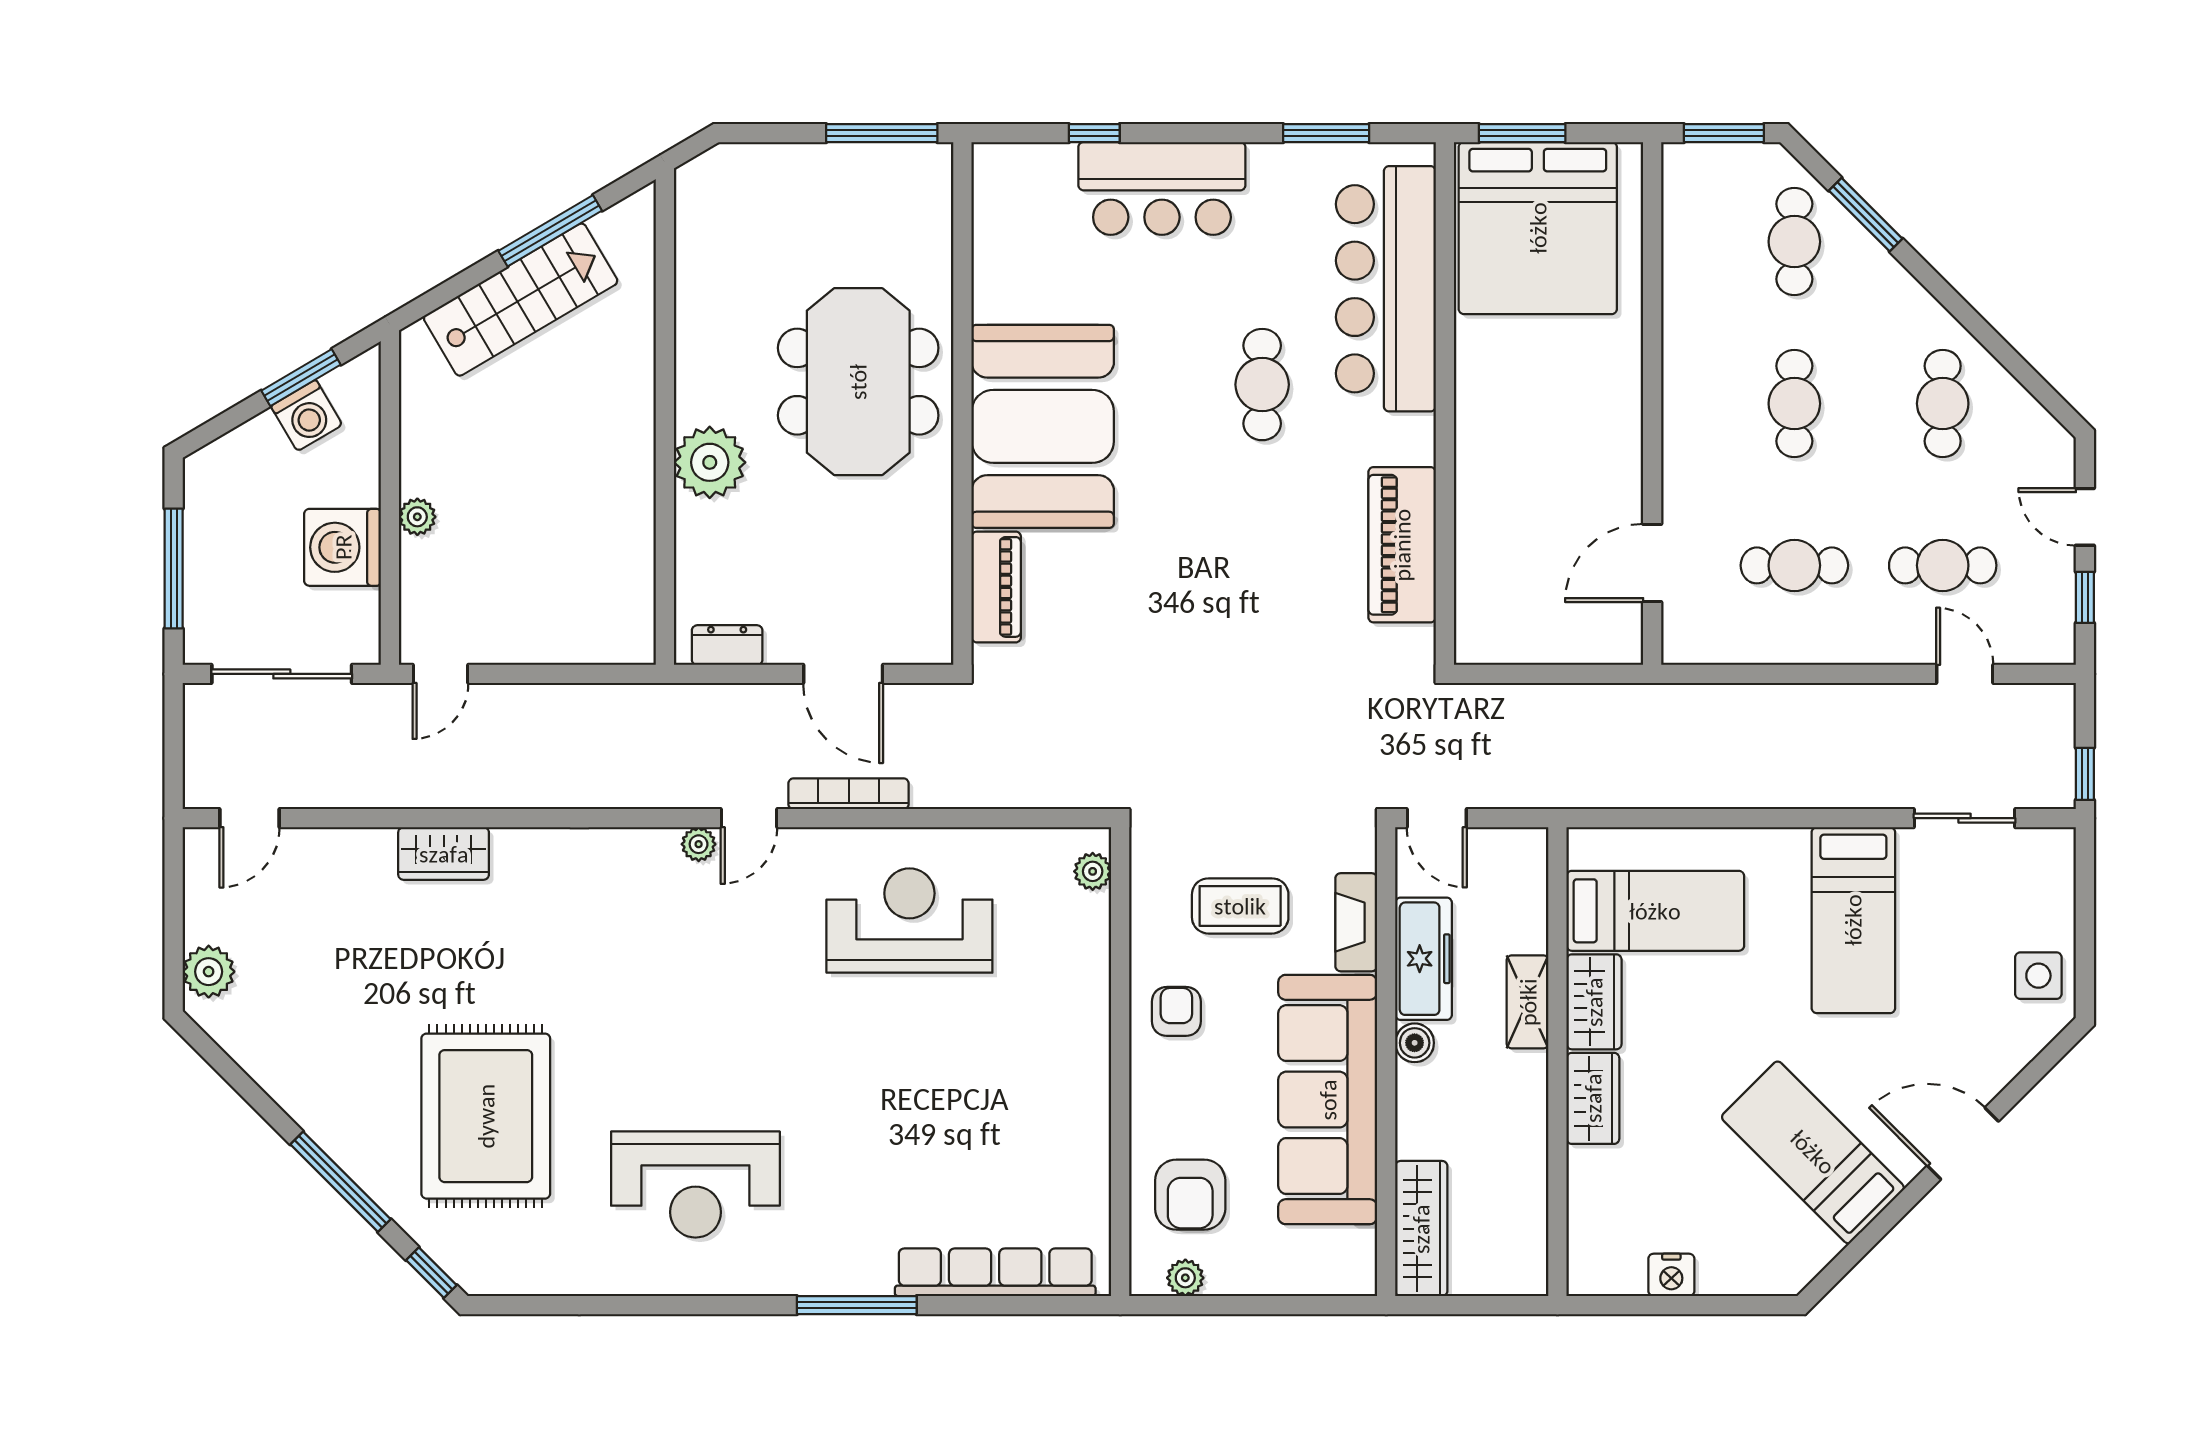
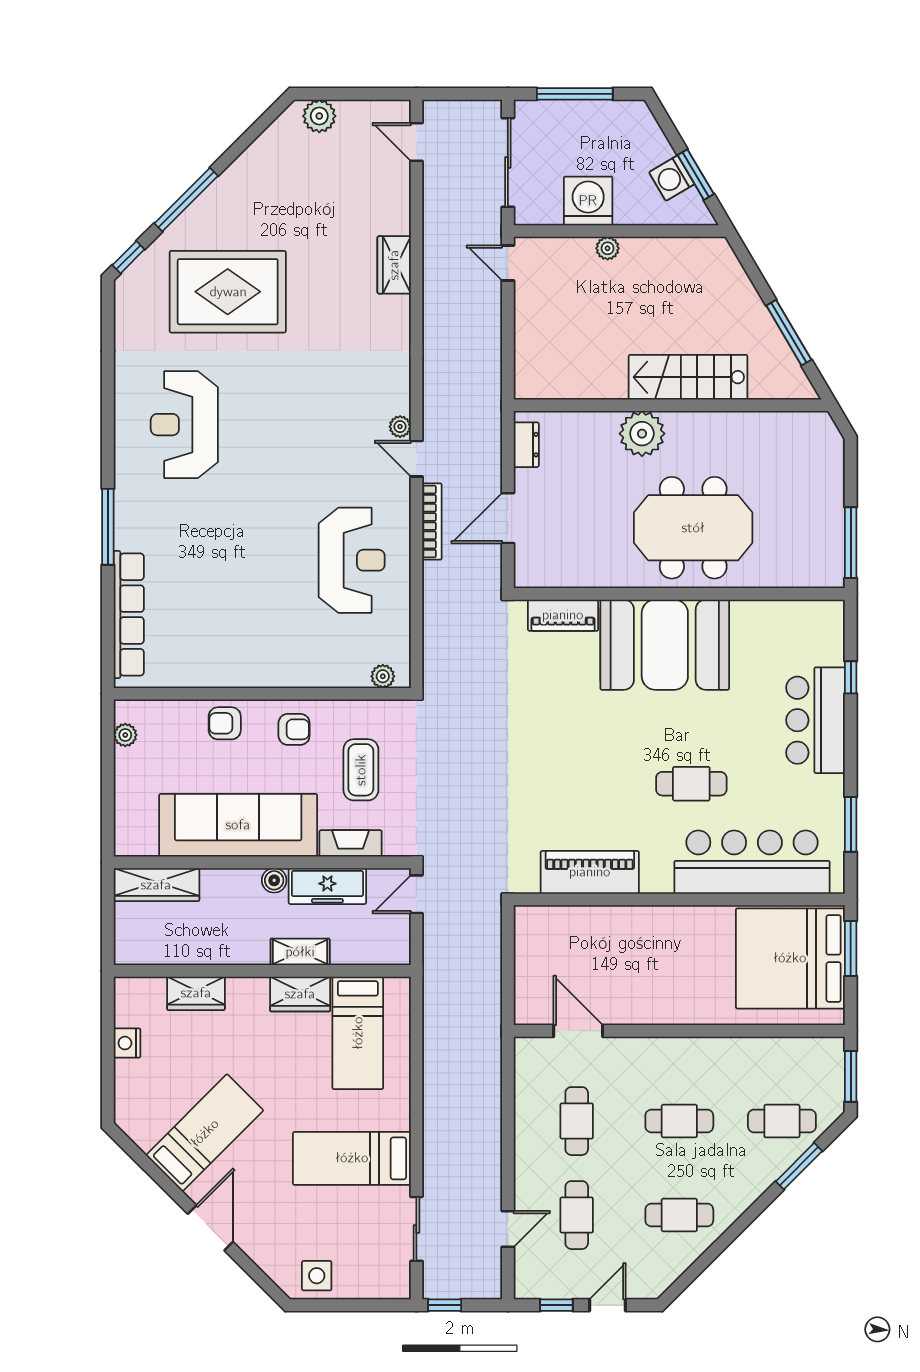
stairs: (521, 300) -> (688, 377), moved, turned 121
wardrobe: (1593, 1098) -> (196, 993), moved
armchair: (1190, 1195) -> (225, 723), moved, width x0.72, depth x0.72

